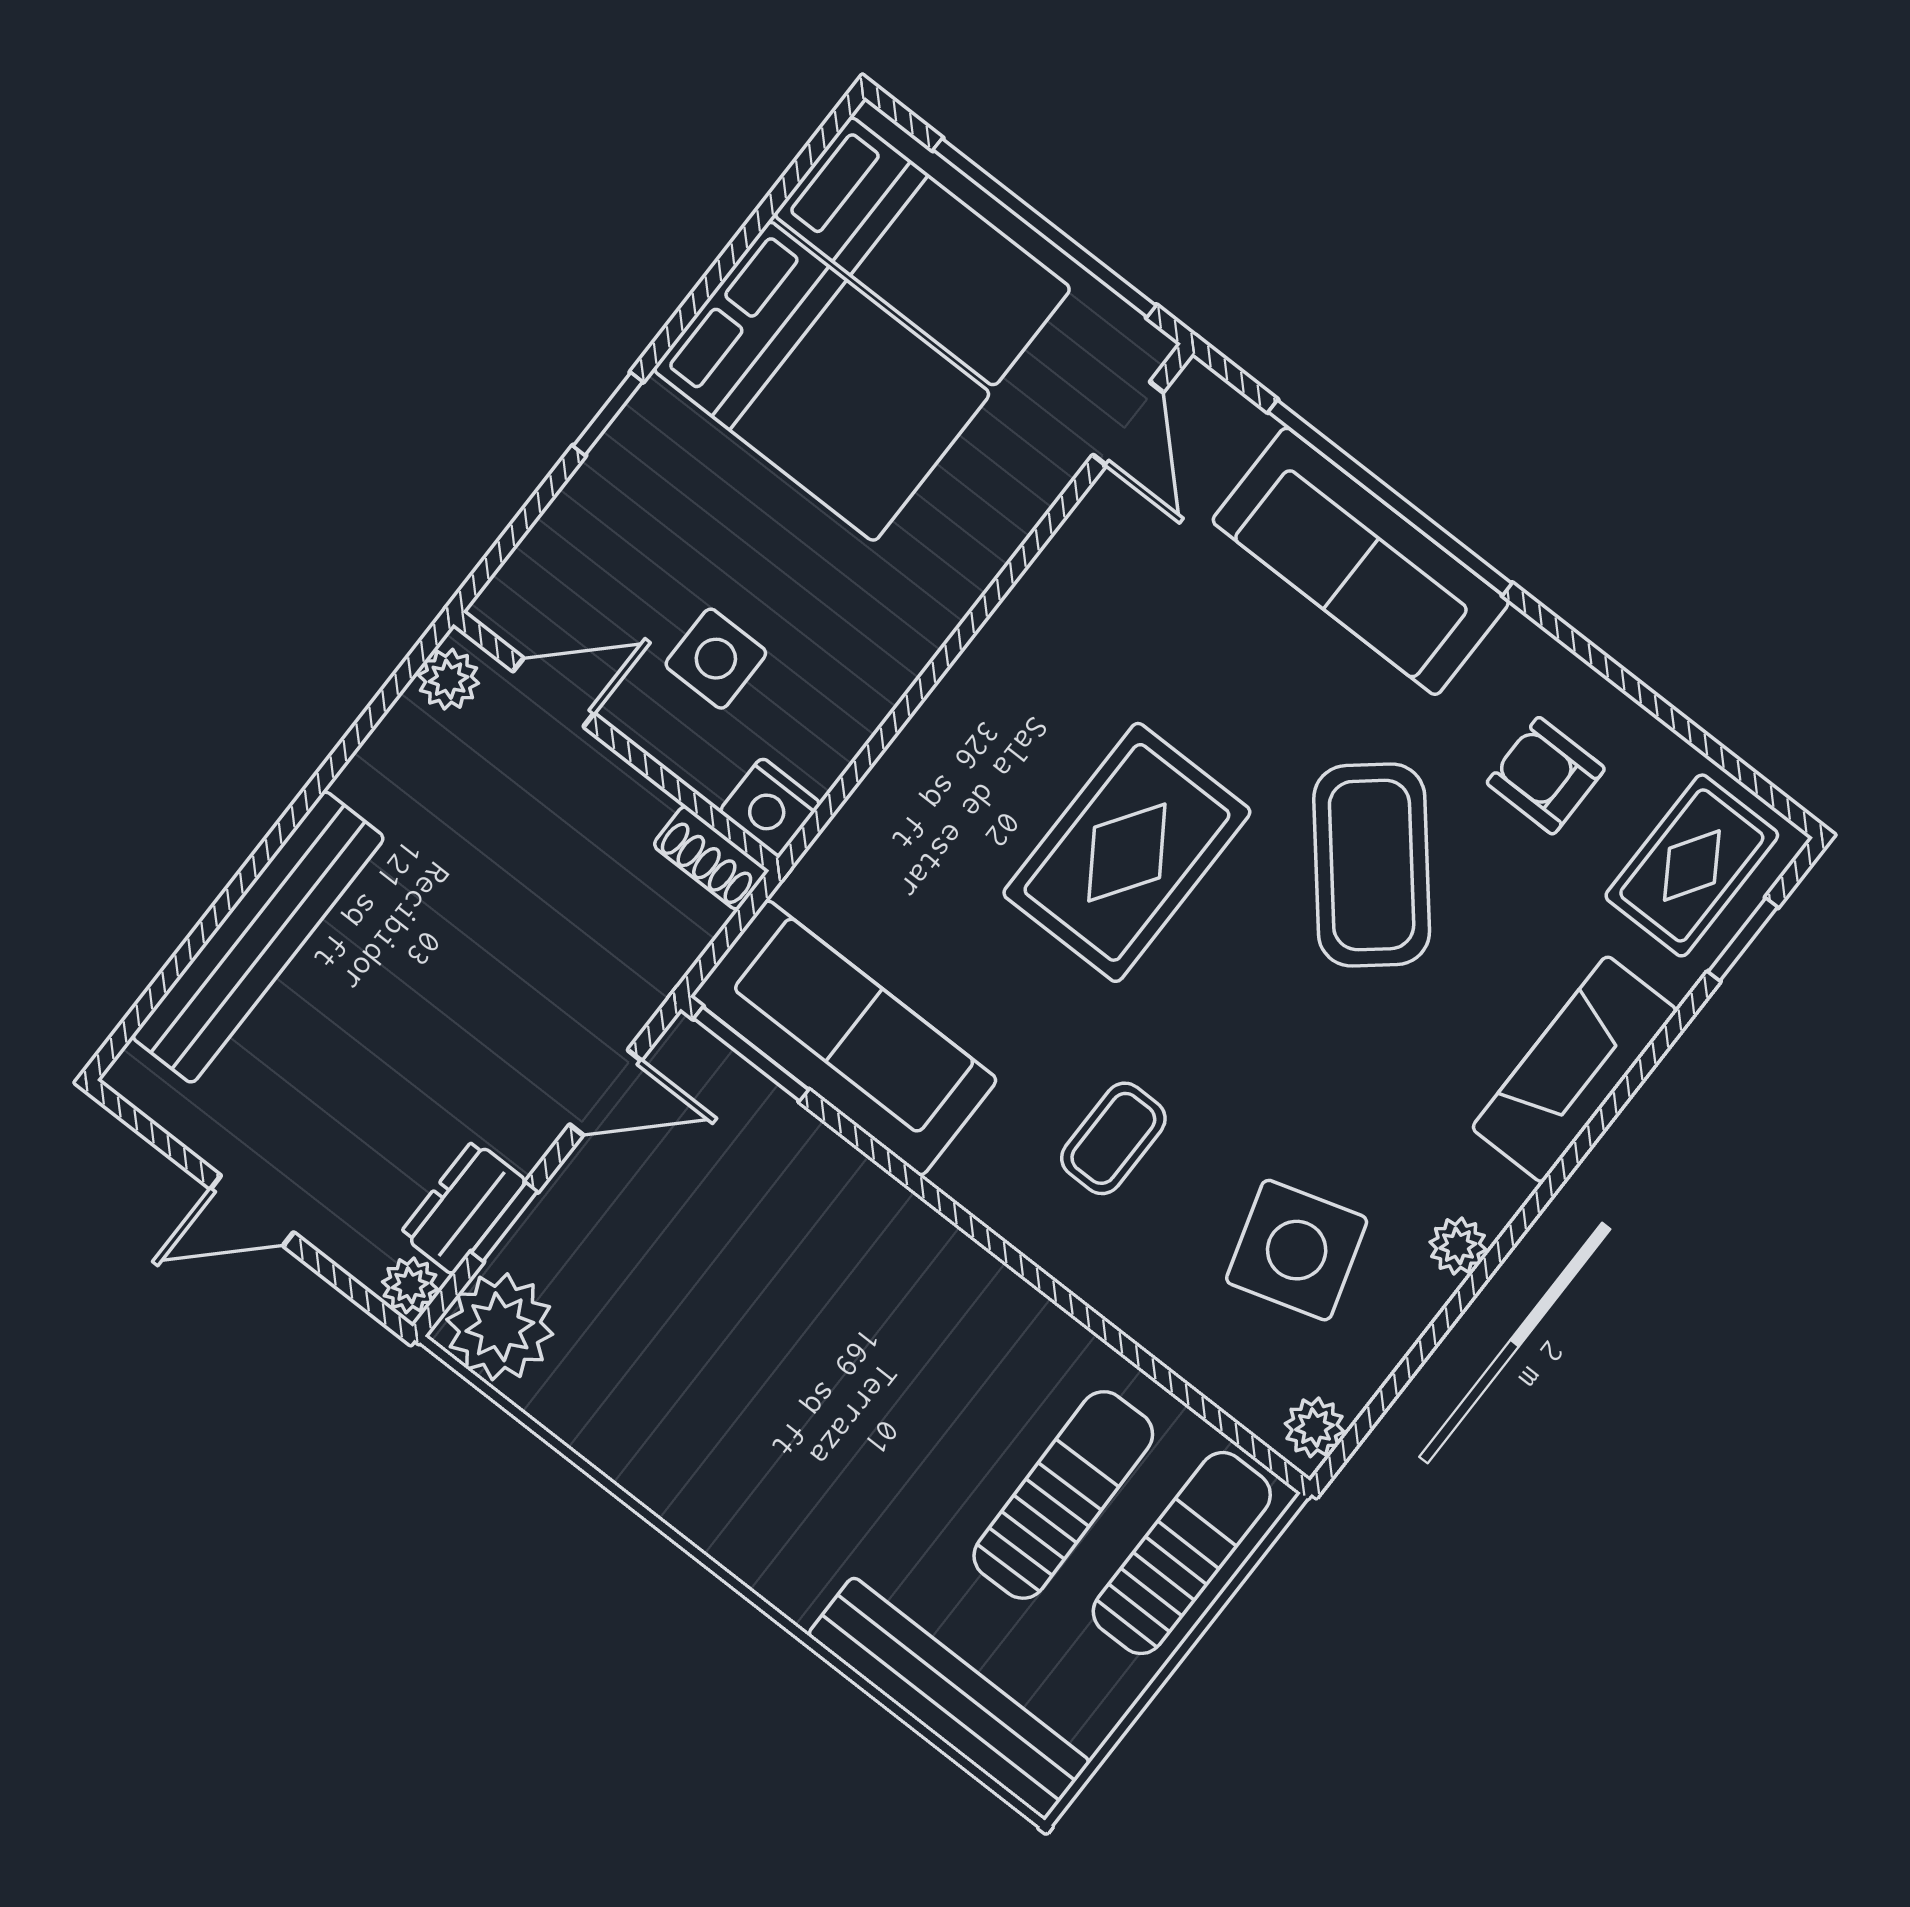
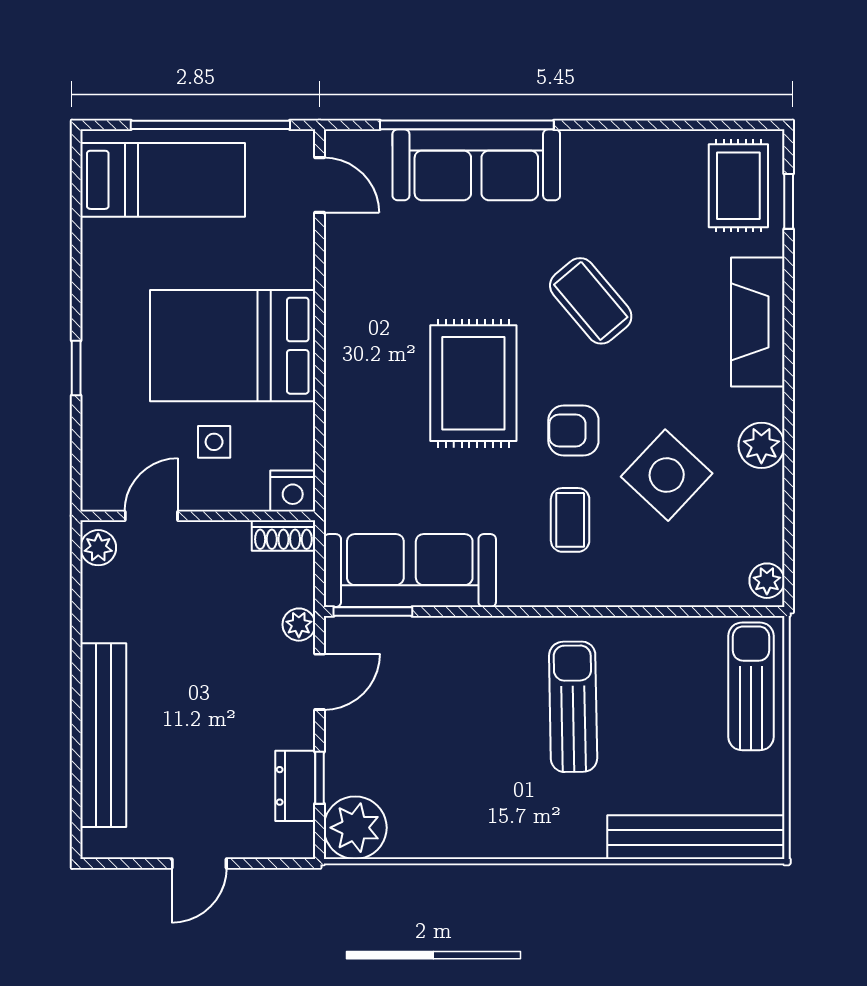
bed: (822, 381) -> (233, 346), moved, turned 180
side table: (716, 659) -> (214, 442), width x0.73, depth x0.73
armchair: (1546, 776) -> (573, 431), moved
coffee table: (1372, 865) -> (591, 301), width x0.73, depth x0.76
plant: (1458, 1246) -> (761, 445), width x1.38, depth x1.38
side table: (1297, 1250) -> (667, 475), moved, turned -30
plant: (410, 1285) -> (299, 625), moved
sun lounger: (1063, 1495) -> (573, 707), moved

